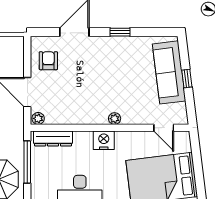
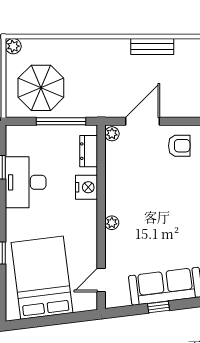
dresser: (53, 138) -> (89, 151), width x0.70
nightstand: (104, 140) -> (87, 187), moved

